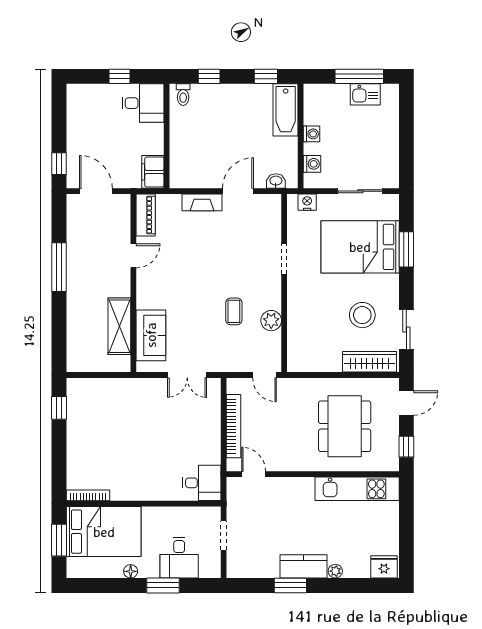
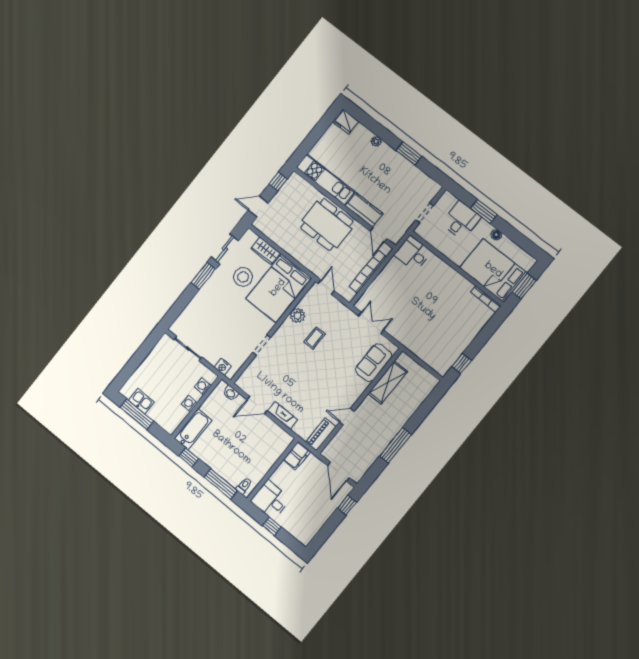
window: (209, 76) -> (221, 484), width x2.17
bed: (360, 247) -> (278, 288), moved, turned 90
window: (406, 249) -> (203, 276), moved
wardrobe: (369, 362) -> (265, 251), width x0.67
dining table: (345, 426) -> (327, 225), moved, turned 90
kitchen counter: (304, 566) -> (364, 210), moved, turned 180

